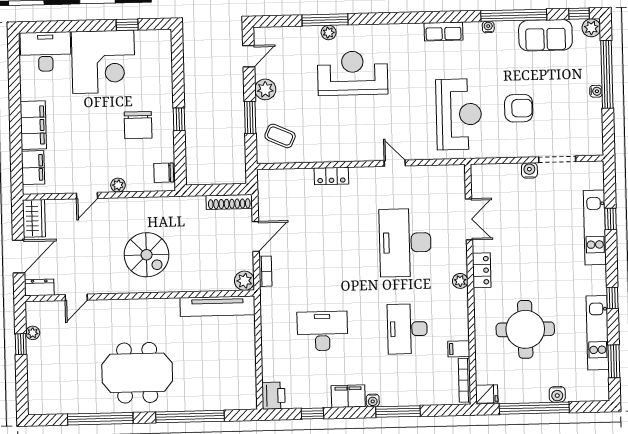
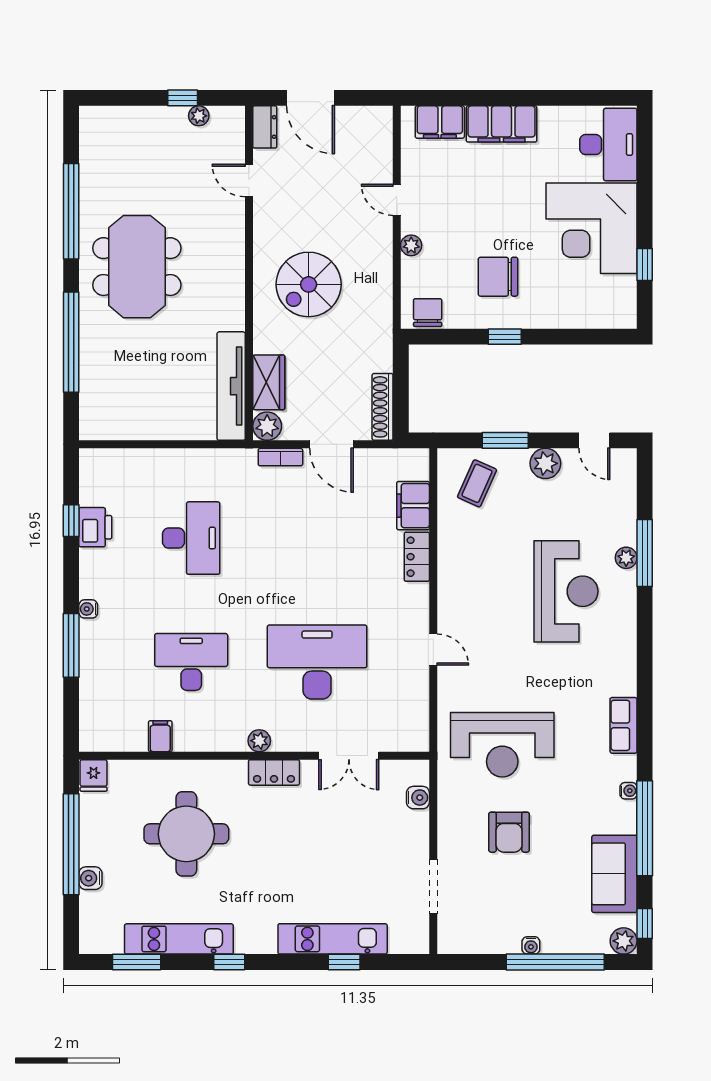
door: (395, 163) -> (433, 650), hinge flipped
water cooler: (529, 170) -> (418, 798), moved
wardrobe: (34, 218) -> (269, 382), moved, turned -90
bookcase: (465, 380) -> (114, 744), removed
printer: (274, 396) -> (95, 527), moved, turned -90
filing cabinet: (348, 396) -> (413, 506), moved, turned 180

